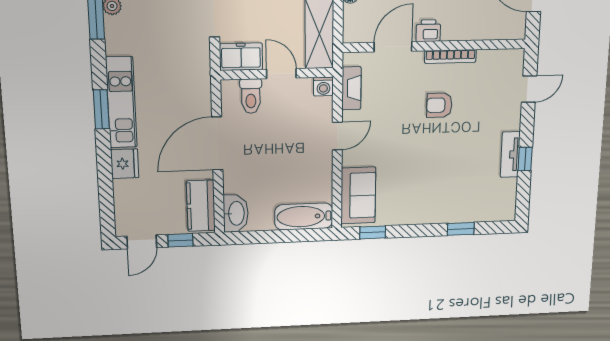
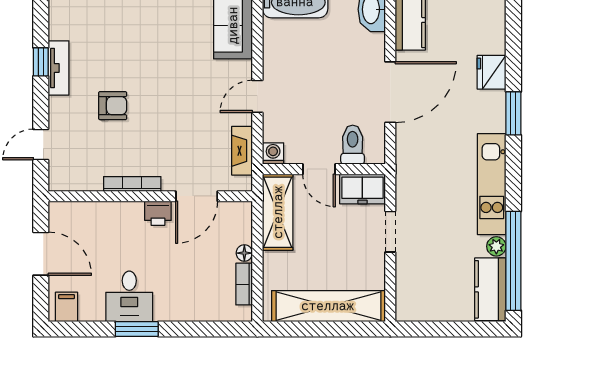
kitchen unit: (121, 102) -> (492, 184), moved
armchair: (439, 105) -> (113, 106), moved
window: (101, 109) -> (513, 113), moved

